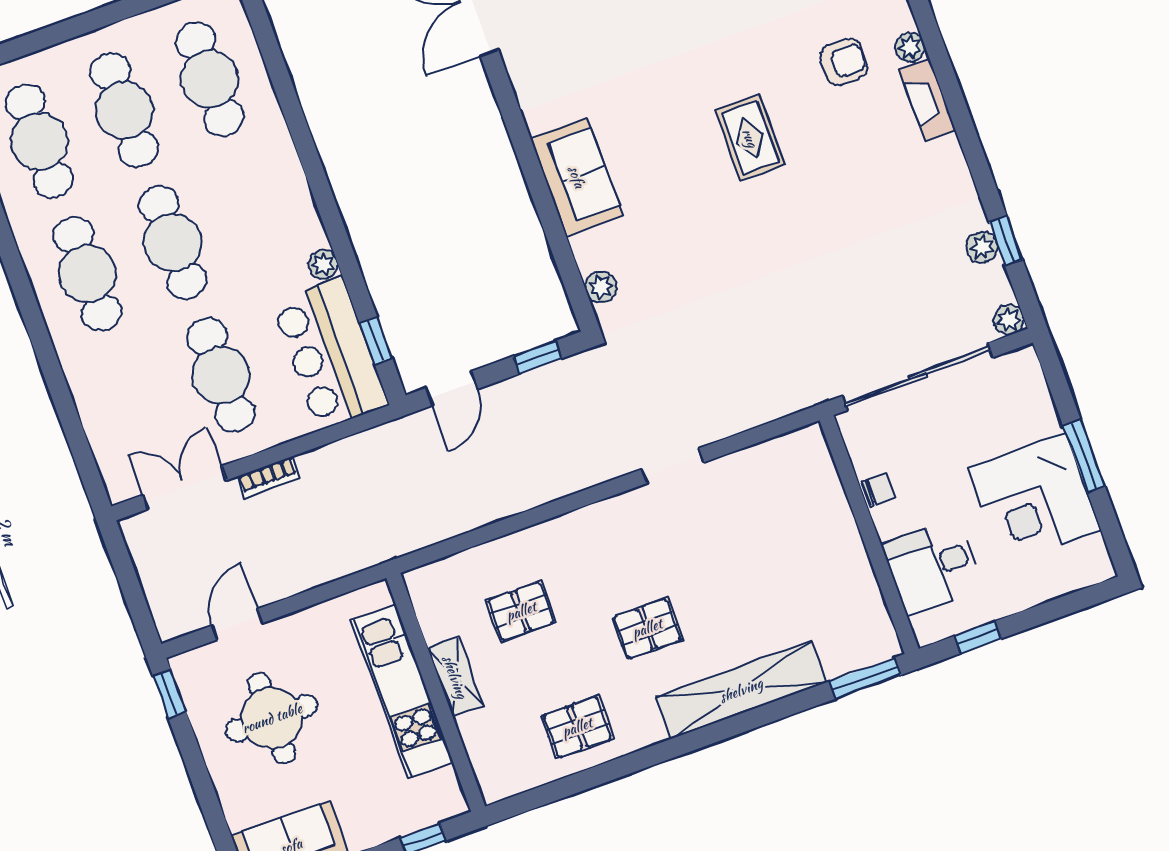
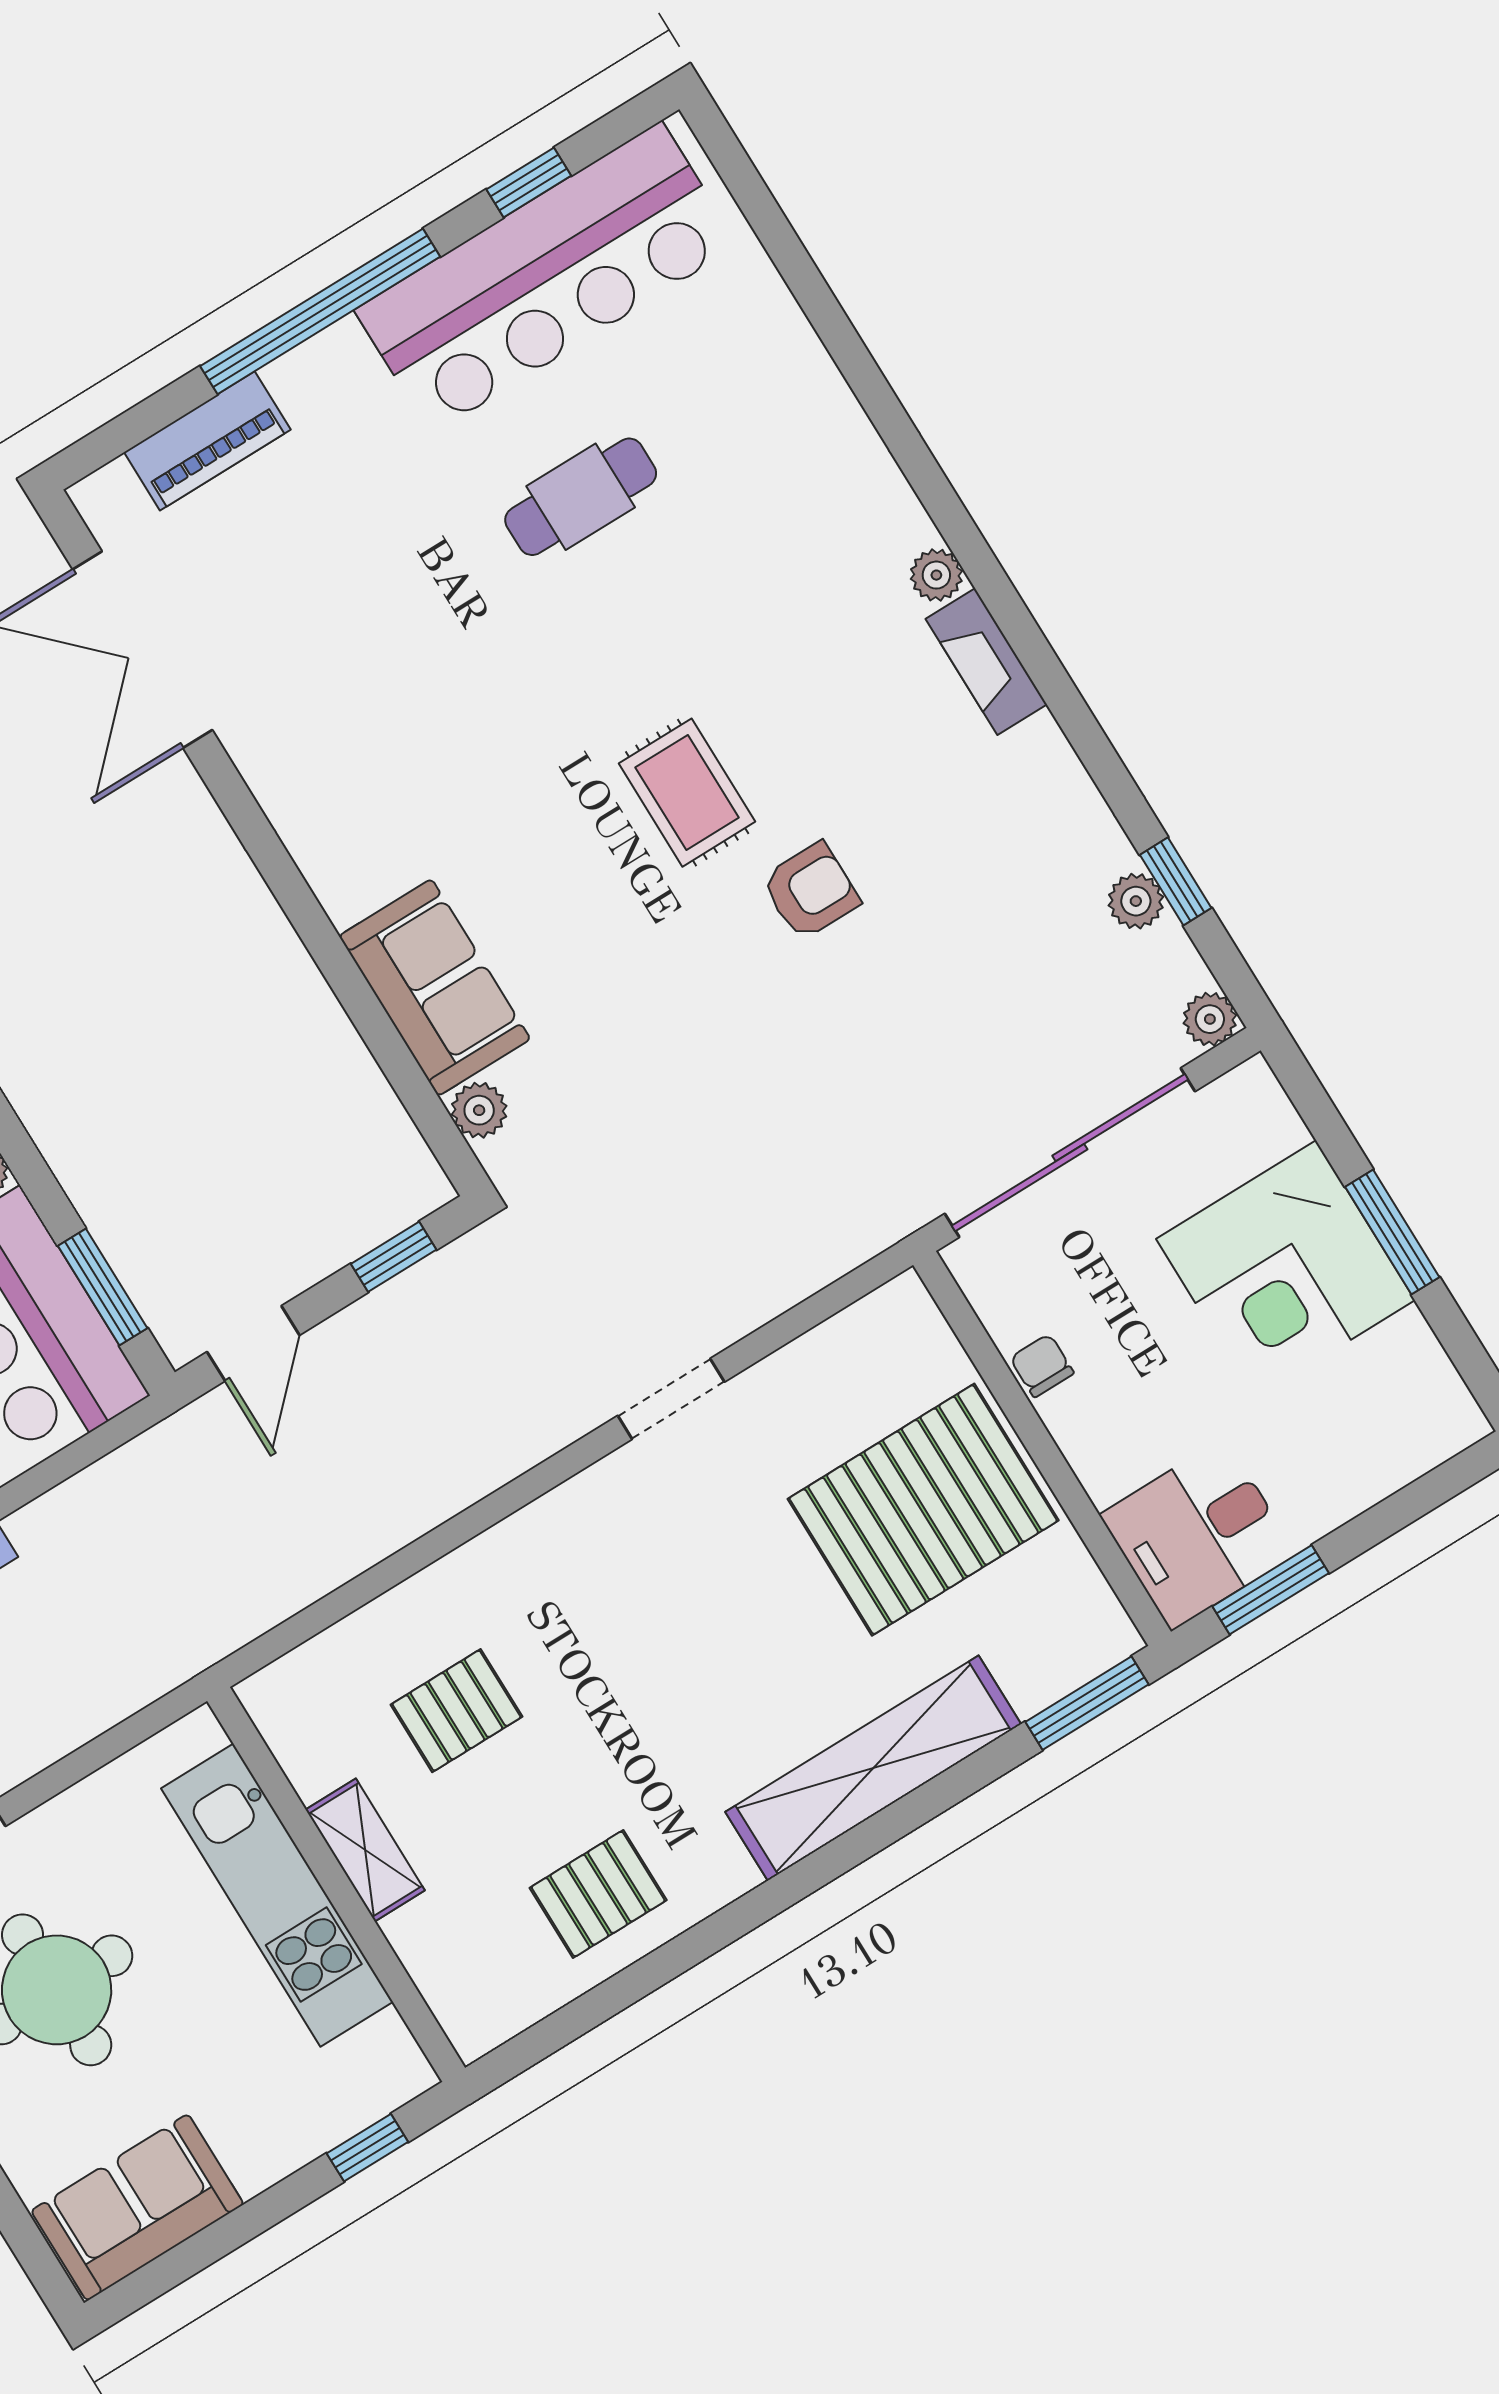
armchair: (844, 62) -> (811, 891), moved
sofa: (577, 177) -> (435, 987), moved
window: (376, 341) -> (103, 1287), width x1.50
chair: (878, 489) -> (1042, 1366), turned -90
corner desk: (1034, 499) -> (1285, 1270), moved
desk: (932, 566) -> (1198, 1534), moved
pallet: (647, 628) -> (923, 1510), moved, width x2.05, depth x2.00
window: (978, 637) -> (1271, 1590), width x1.50

